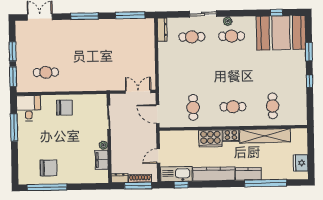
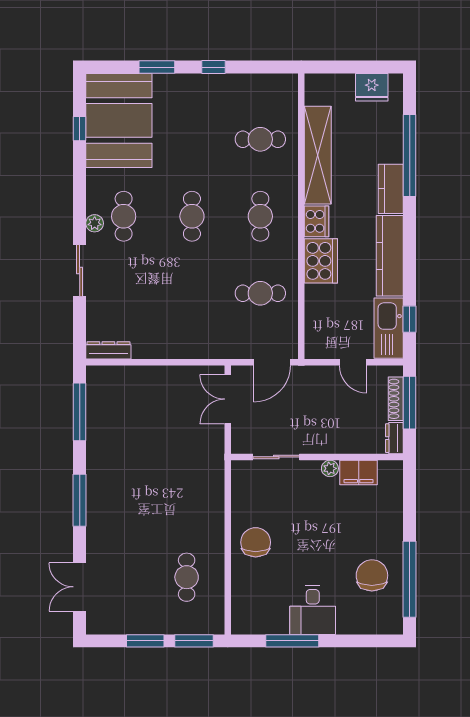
cafe table: (192, 37) -> (192, 216), moved
desk: (29, 108) -> (313, 610), moved, turned -90

